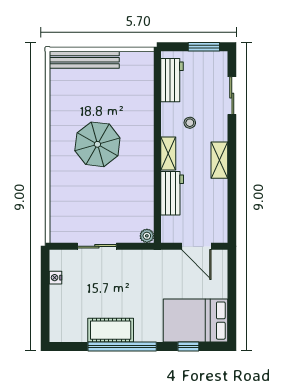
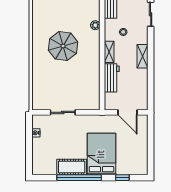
plant: (147, 236) -> (95, 25), moved
bed: (195, 321) -> (101, 154), moved, turned 90

